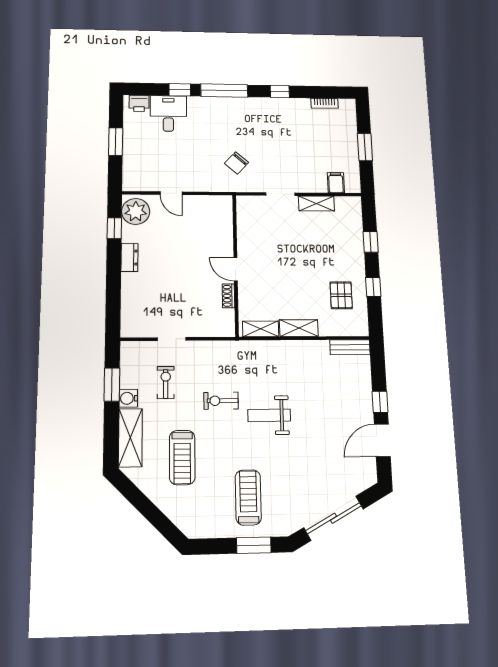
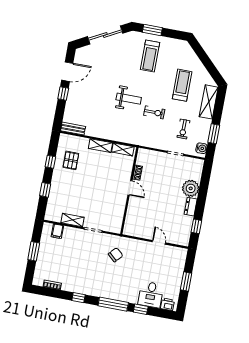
plant: (136, 211) -> (191, 188), moved
water cooler: (128, 398) -> (201, 148), moved

